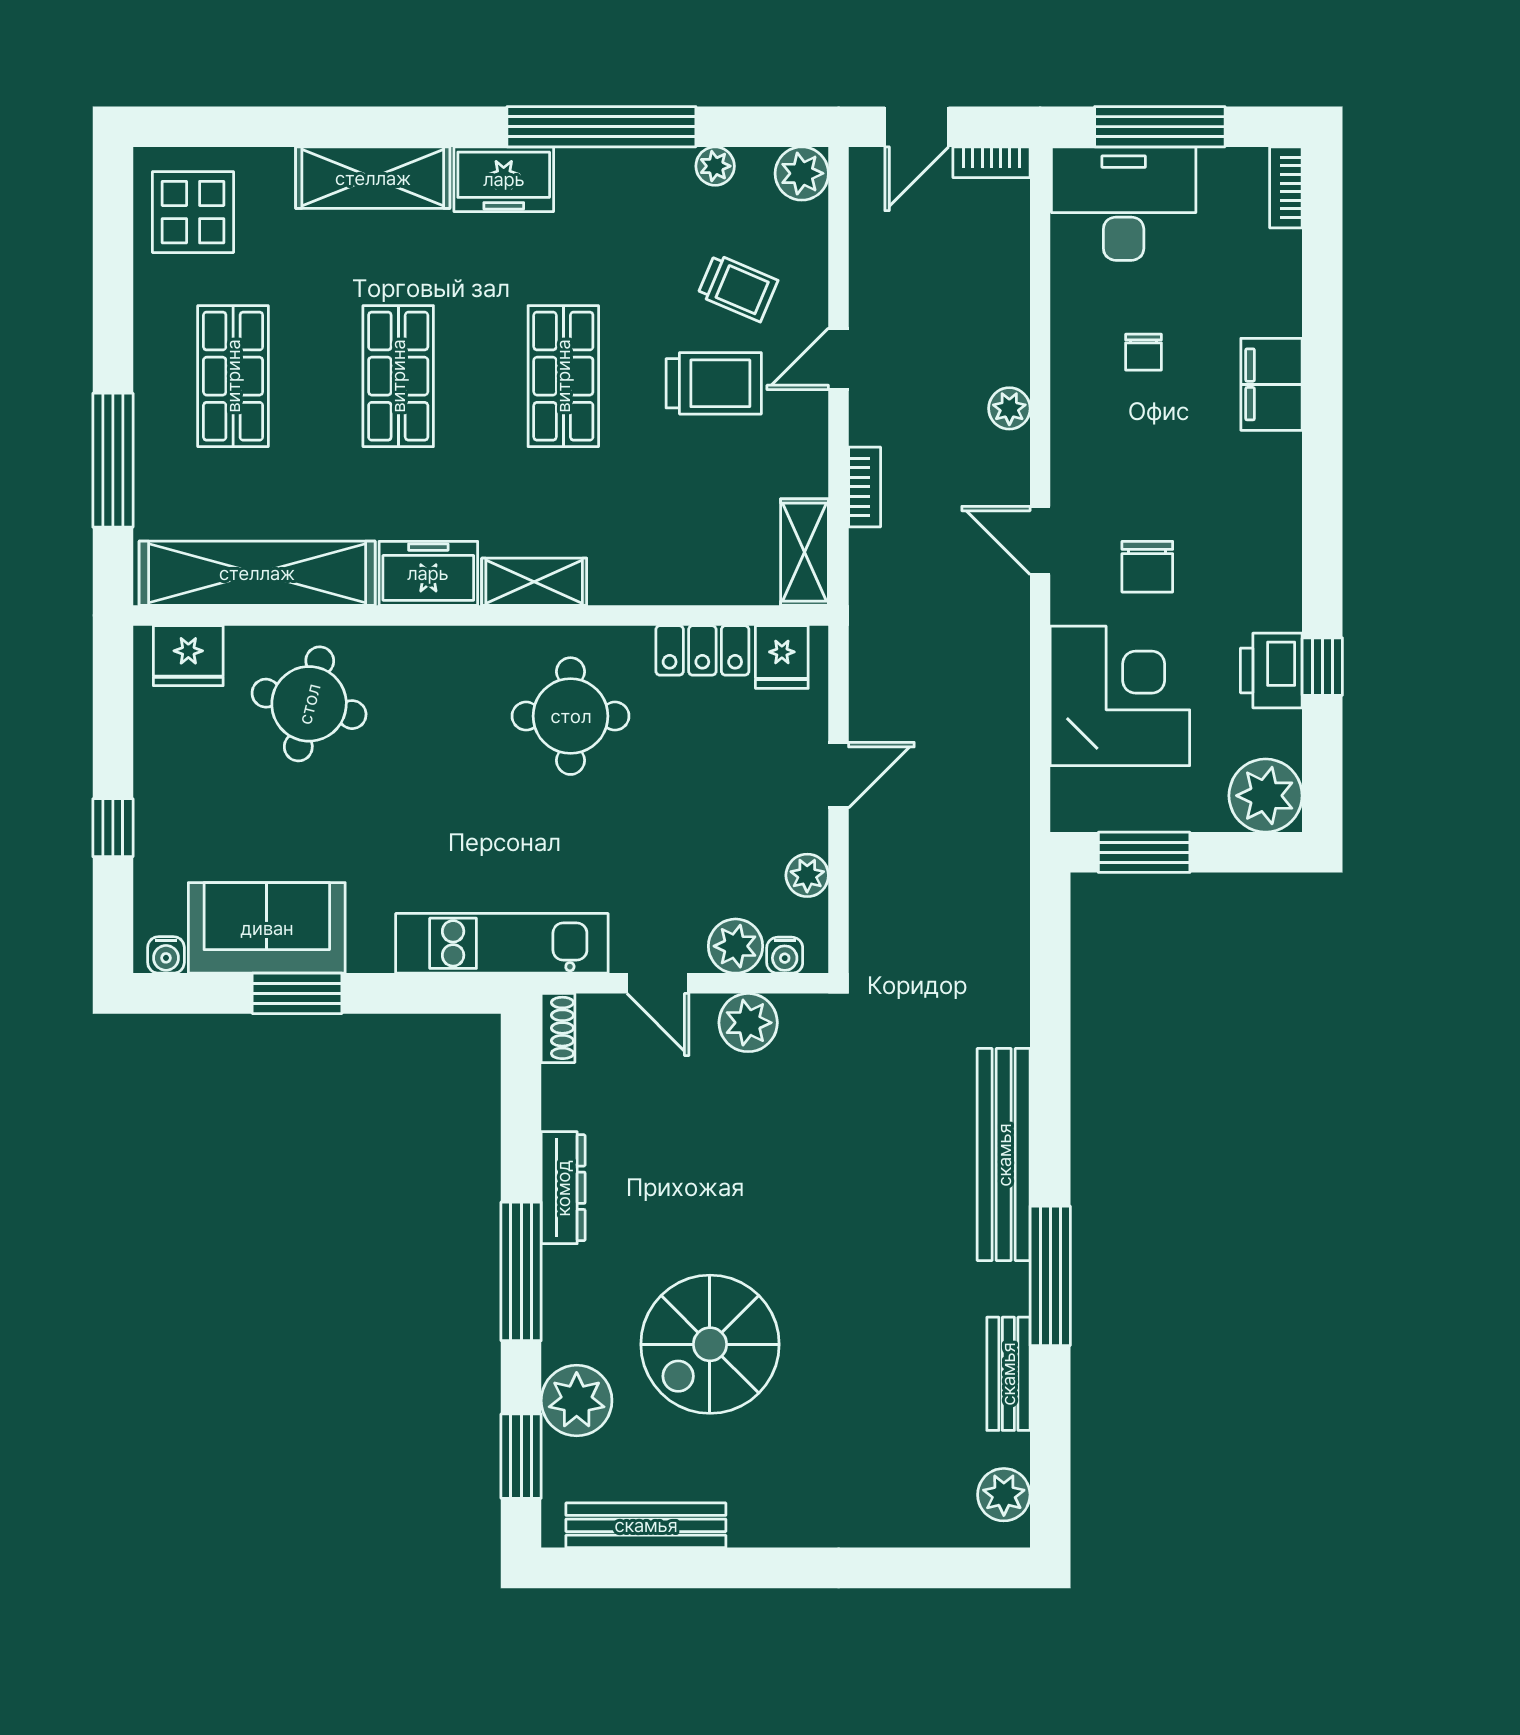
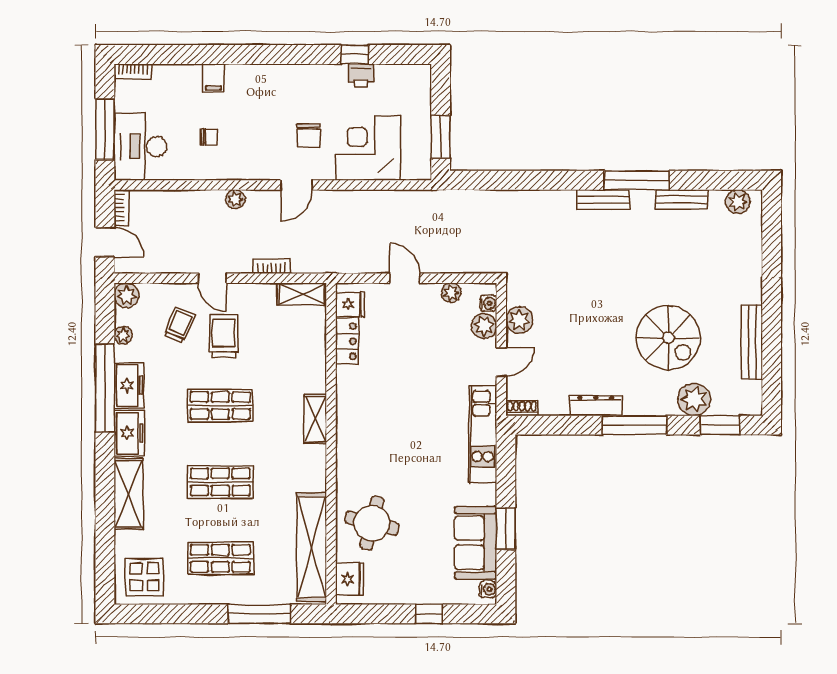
filing cabinet: (1271, 384) -> (213, 78), width x0.50
chair: (1147, 567) -> (308, 135), turned 90
freezer: (428, 573) -> (129, 385), moved, turned 180
printer: (1271, 670) -> (361, 75), width x0.73, depth x0.81
round table: (571, 716) -> (378, 402), removed
plant: (1266, 796) -> (414, 81), removed
bench: (1004, 1155) -> (603, 200), width x0.54, depth x0.82
bench: (646, 1525) -> (752, 342), moved

